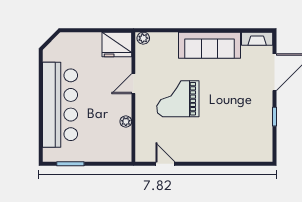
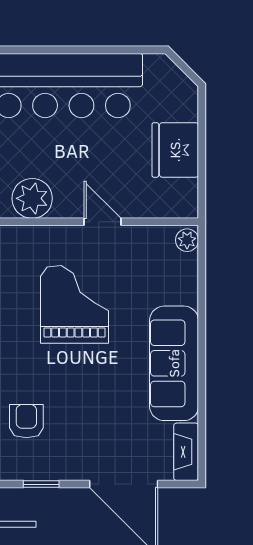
fridge: (117, 44) -> (175, 150), moved
plant: (126, 121) -> (32, 198), width x1.87, depth x1.87
armchair: (241, 125) -> (26, 421), added

